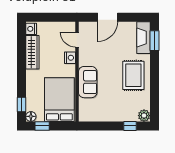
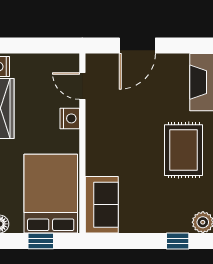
sofa: (88, 82) -> (102, 205), moved
window: (42, 126) -> (41, 241), moved

